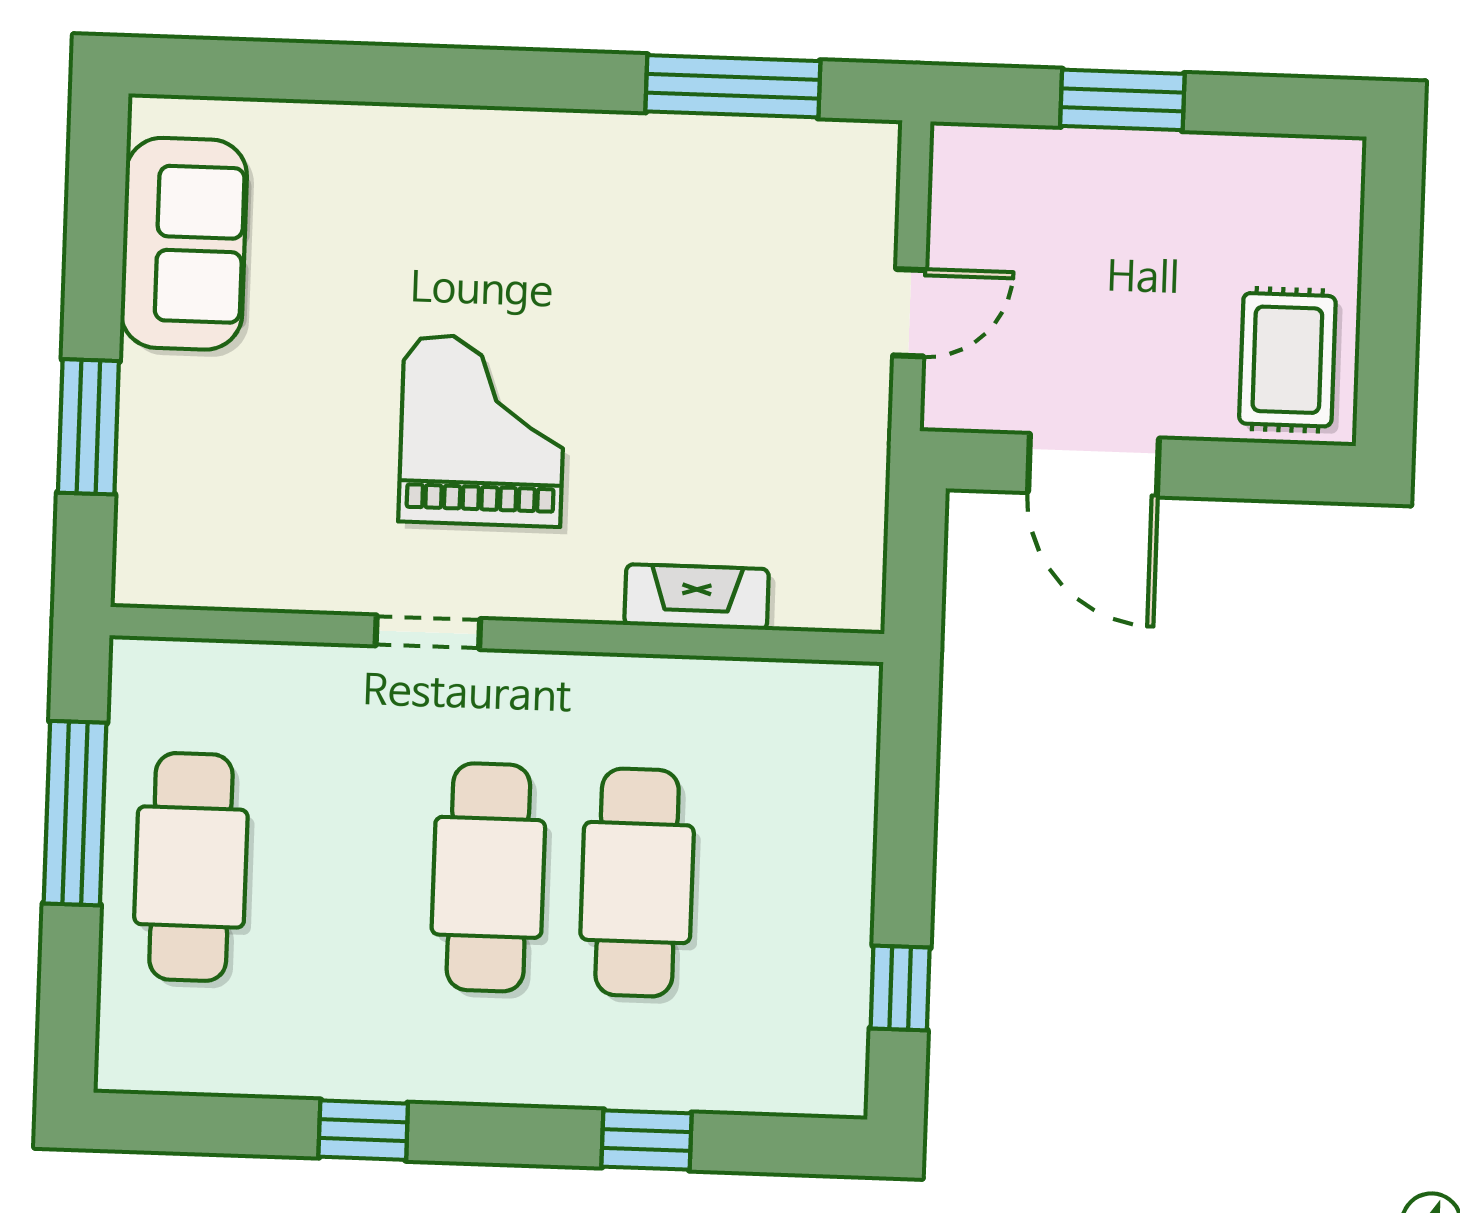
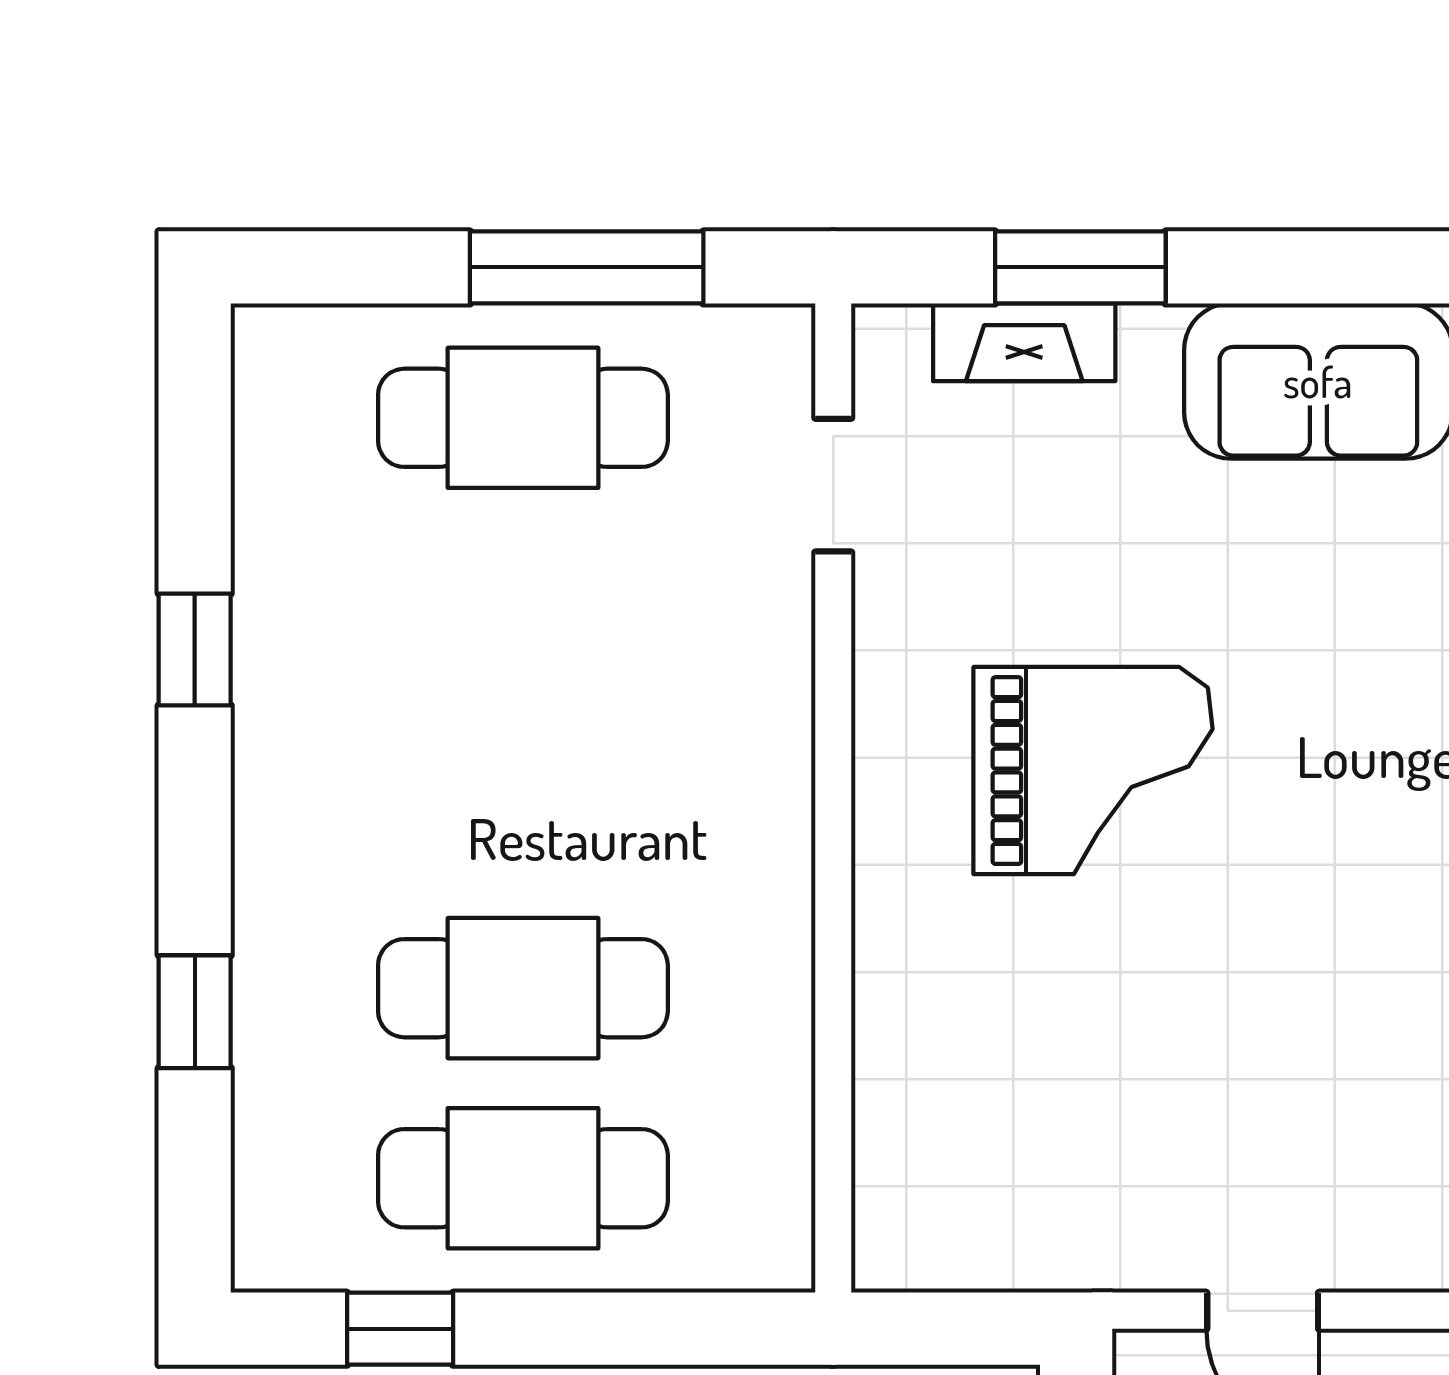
fireplace: (697, 597) -> (1024, 342), moved, turned 90
doorway: (428, 632) -> (833, 485), moved
cafe table: (488, 877) -> (523, 1178), moved

